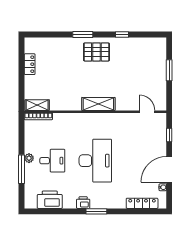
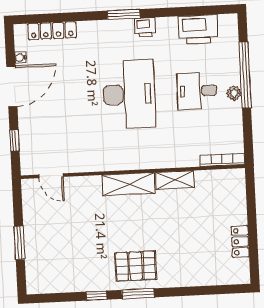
window: (83, 34) -> (138, 294), moved
shelving: (37, 105) -> (175, 180), moved
desk: (95, 161) -> (129, 94), turned 180
window: (22, 169) -> (245, 75), width x1.46

